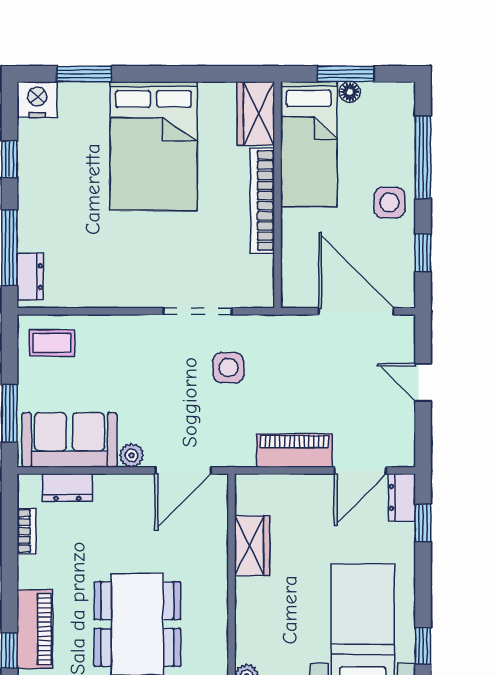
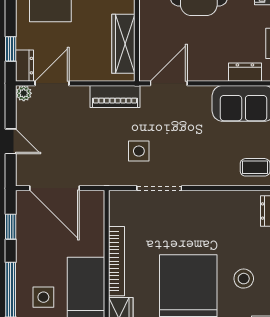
stool: (69, 174) -> (244, 279), added
side table: (389, 203) -> (43, 297), moved
piano: (294, 451) -> (115, 96), moved
plant: (131, 455) -> (24, 93), moved
wardrobe: (252, 546) -> (123, 44), width x1.50

